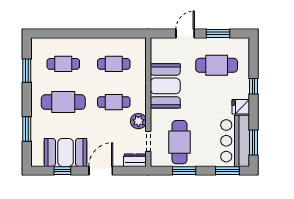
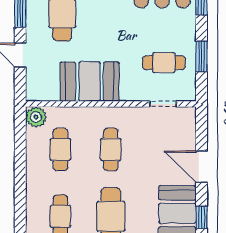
plant: (138, 121) -> (36, 117), moved
cafe table: (180, 142) -> (164, 63), width x0.73, depth x0.74
dresser: (135, 160) -> (188, 122), removed

